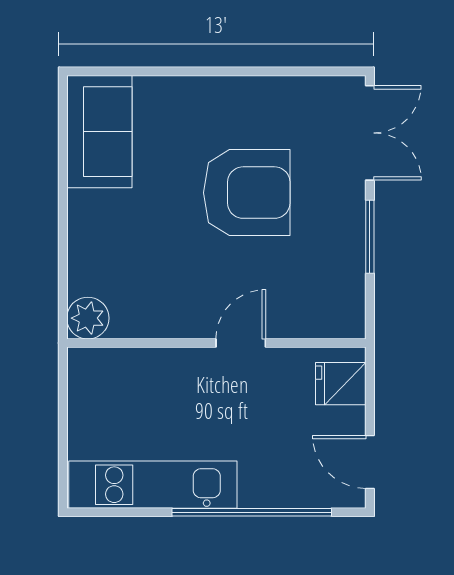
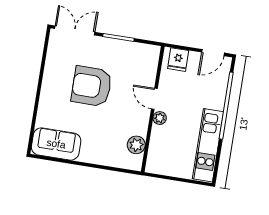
armchair: (247, 193) -> (92, 86), turned -90
plant: (88, 318) -> (136, 145), moved
plant: (198, 362) -> (160, 118), added

